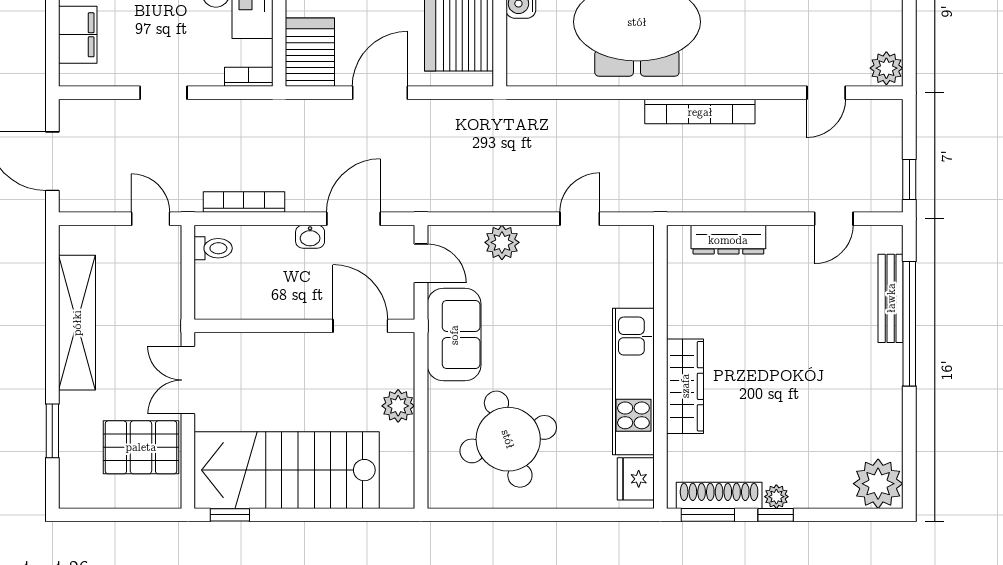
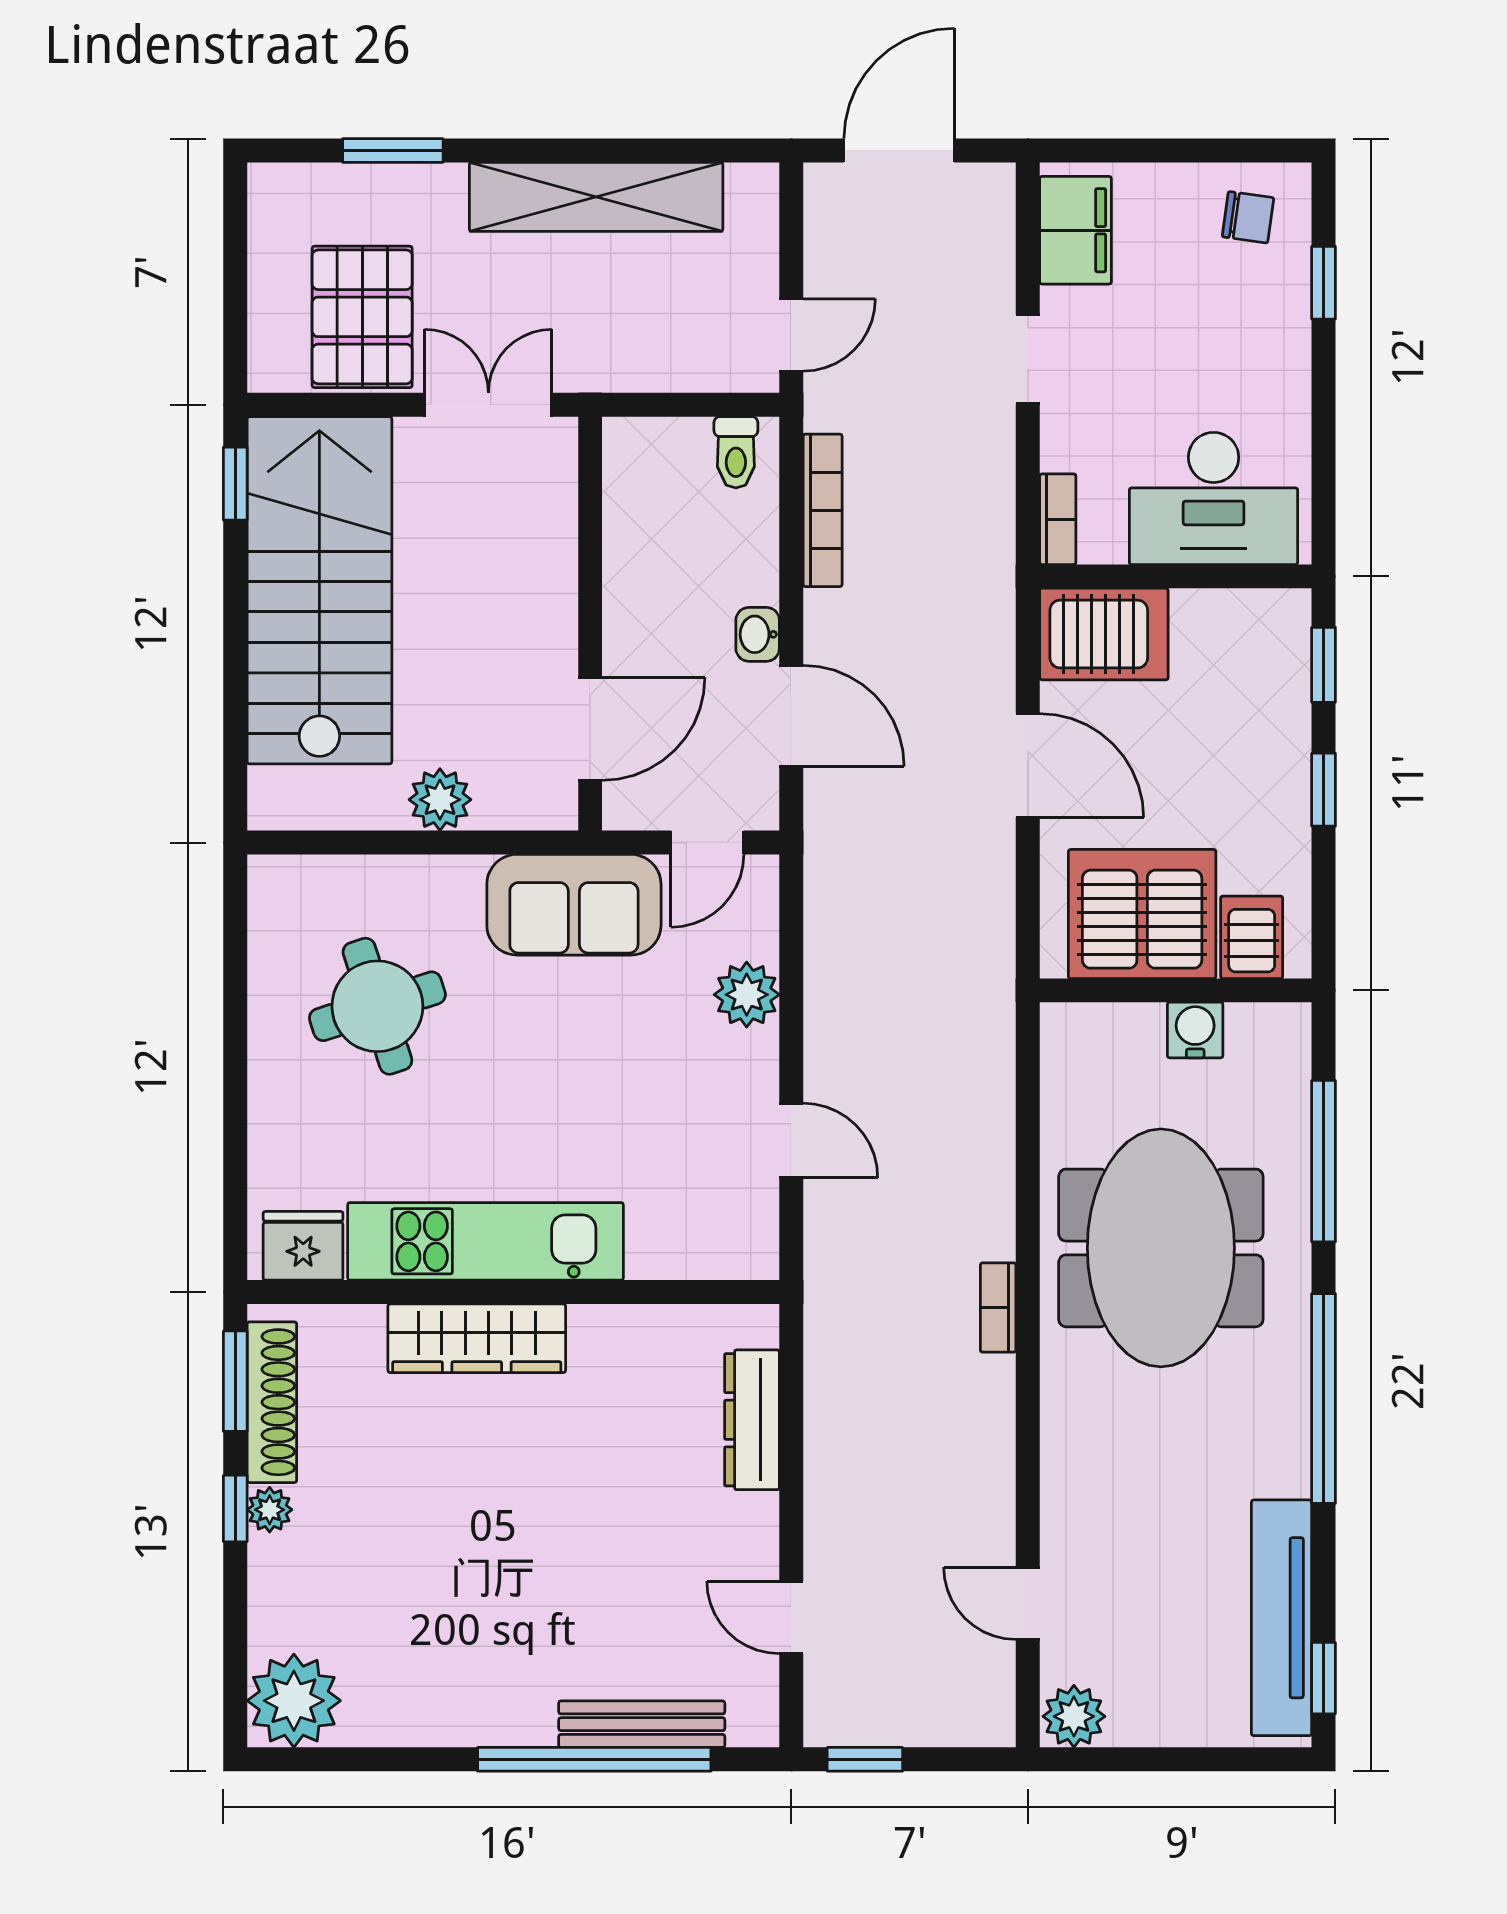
filing cabinet: (78, 35) -> (1076, 230), moved, turned -90
bookcase: (700, 112) -> (998, 1308), width x0.43, depth x0.76
round table: (508, 439) -> (377, 1006), width x0.73, depth x0.73

